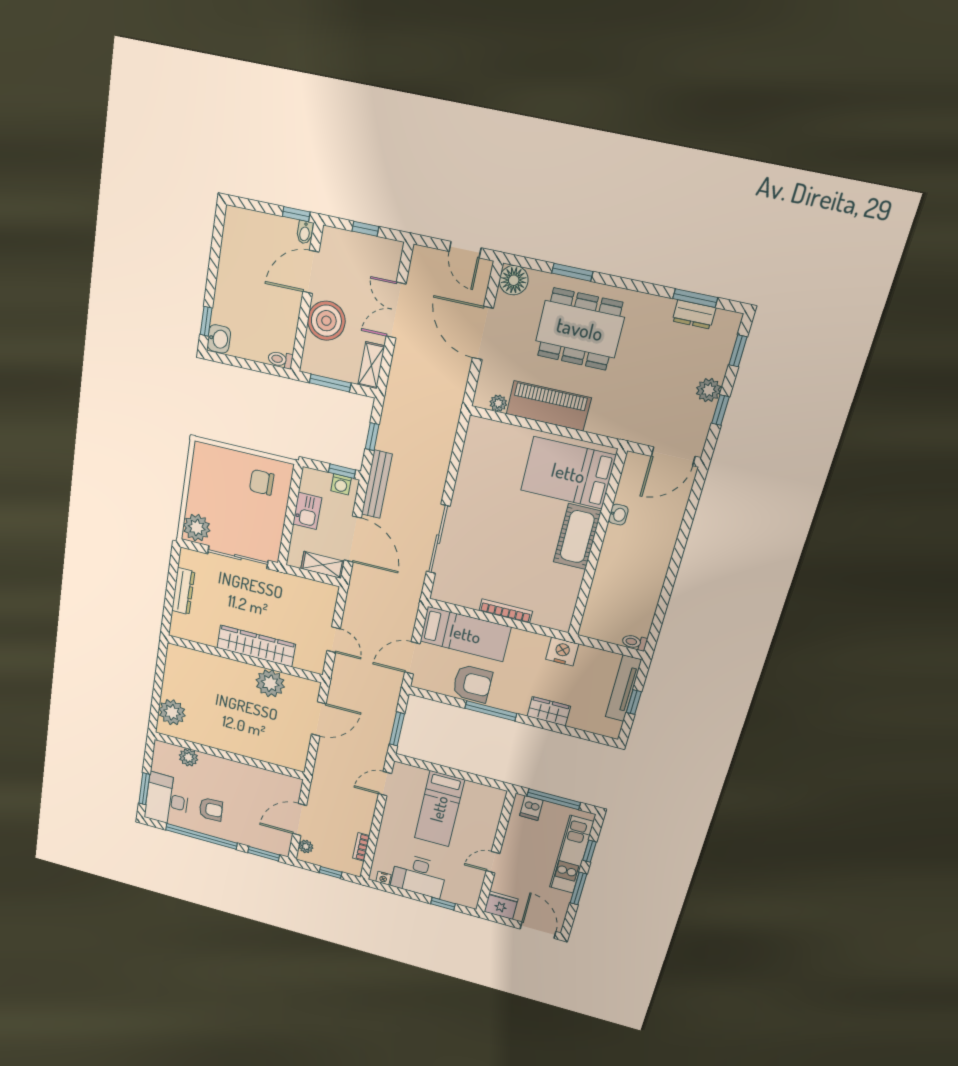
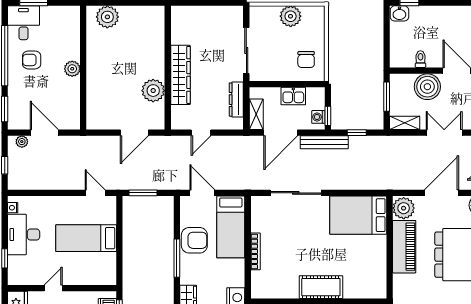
toilet: (280, 360) -> (420, 59), moved
plant: (498, 403) -> (404, 208), width x1.88, depth x1.88
bed: (568, 473) -> (358, 215), moved, turned -90
chair: (262, 482) -> (306, 60), turned 180
plant: (197, 528) -> (291, 16), moved
dresser: (183, 591) -> (236, 100), moved, turned 90
armchair: (472, 684) -> (194, 240), turned -90
door: (319, 719) -> (134, 133), hinge flipped
plant: (188, 757) -> (72, 69), moved
desk: (167, 800) -> (23, 23), width x0.73
armchair: (211, 809) -> (32, 60), turned 93
bookcase: (361, 847) -> (35, 185), removed
door: (493, 862) -> (53, 288), hinge flipped

